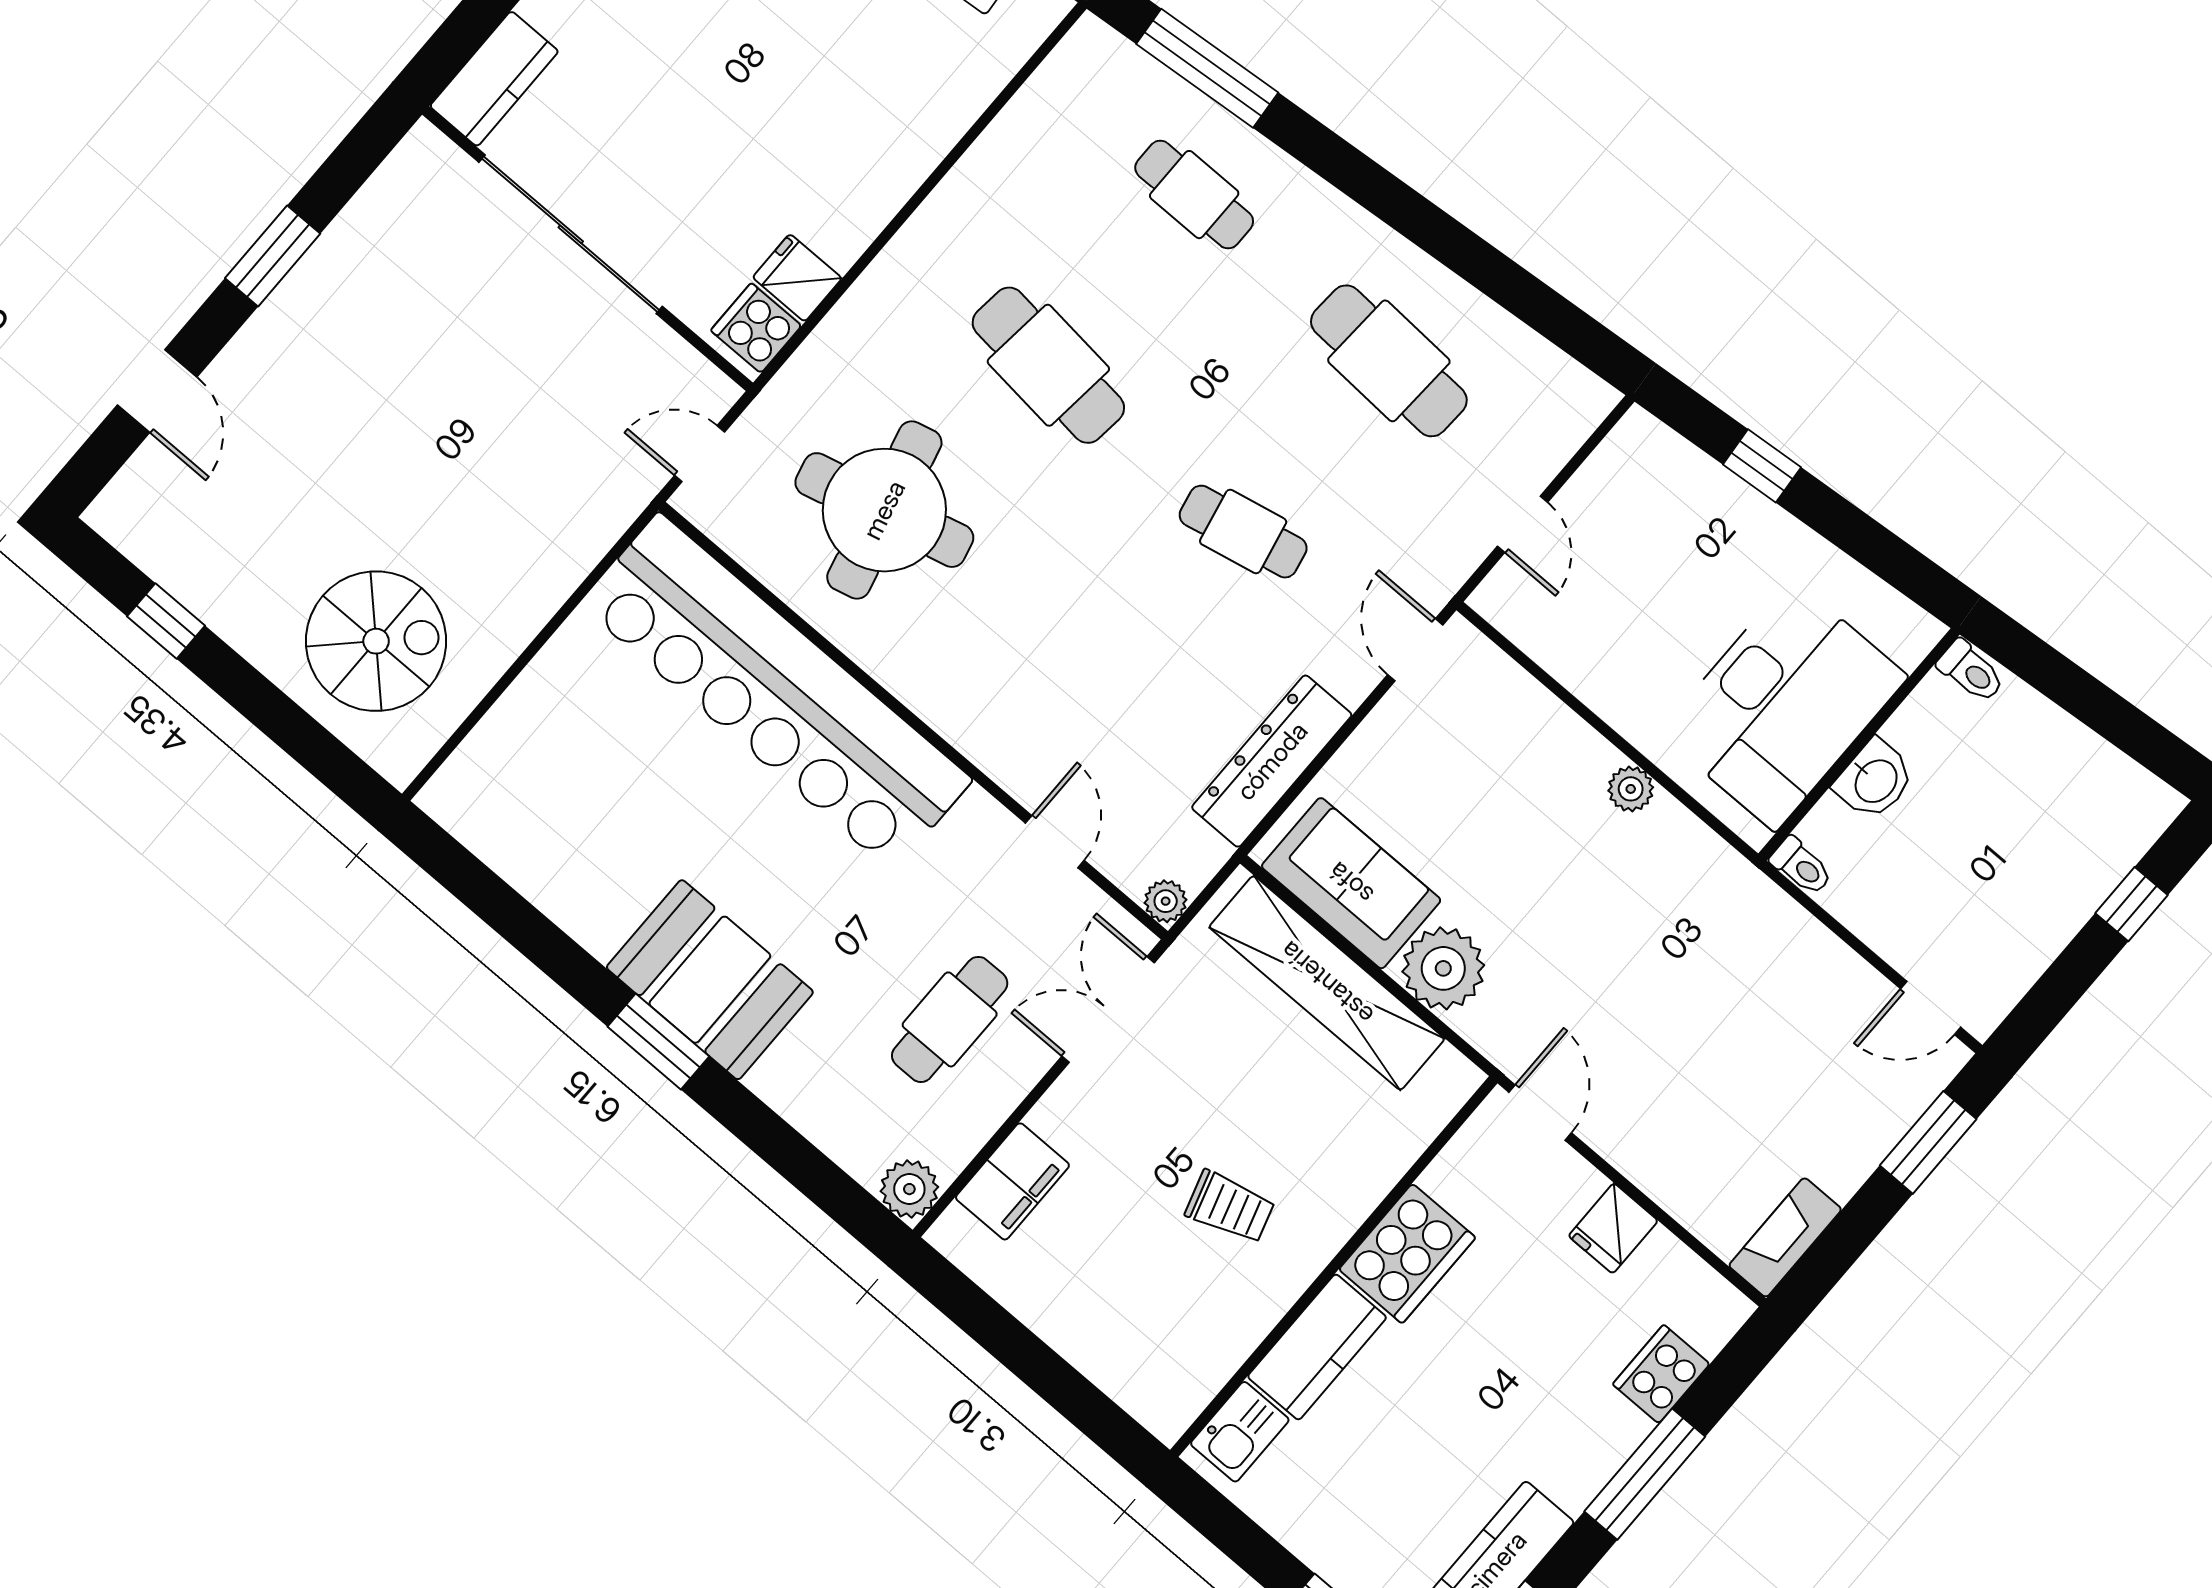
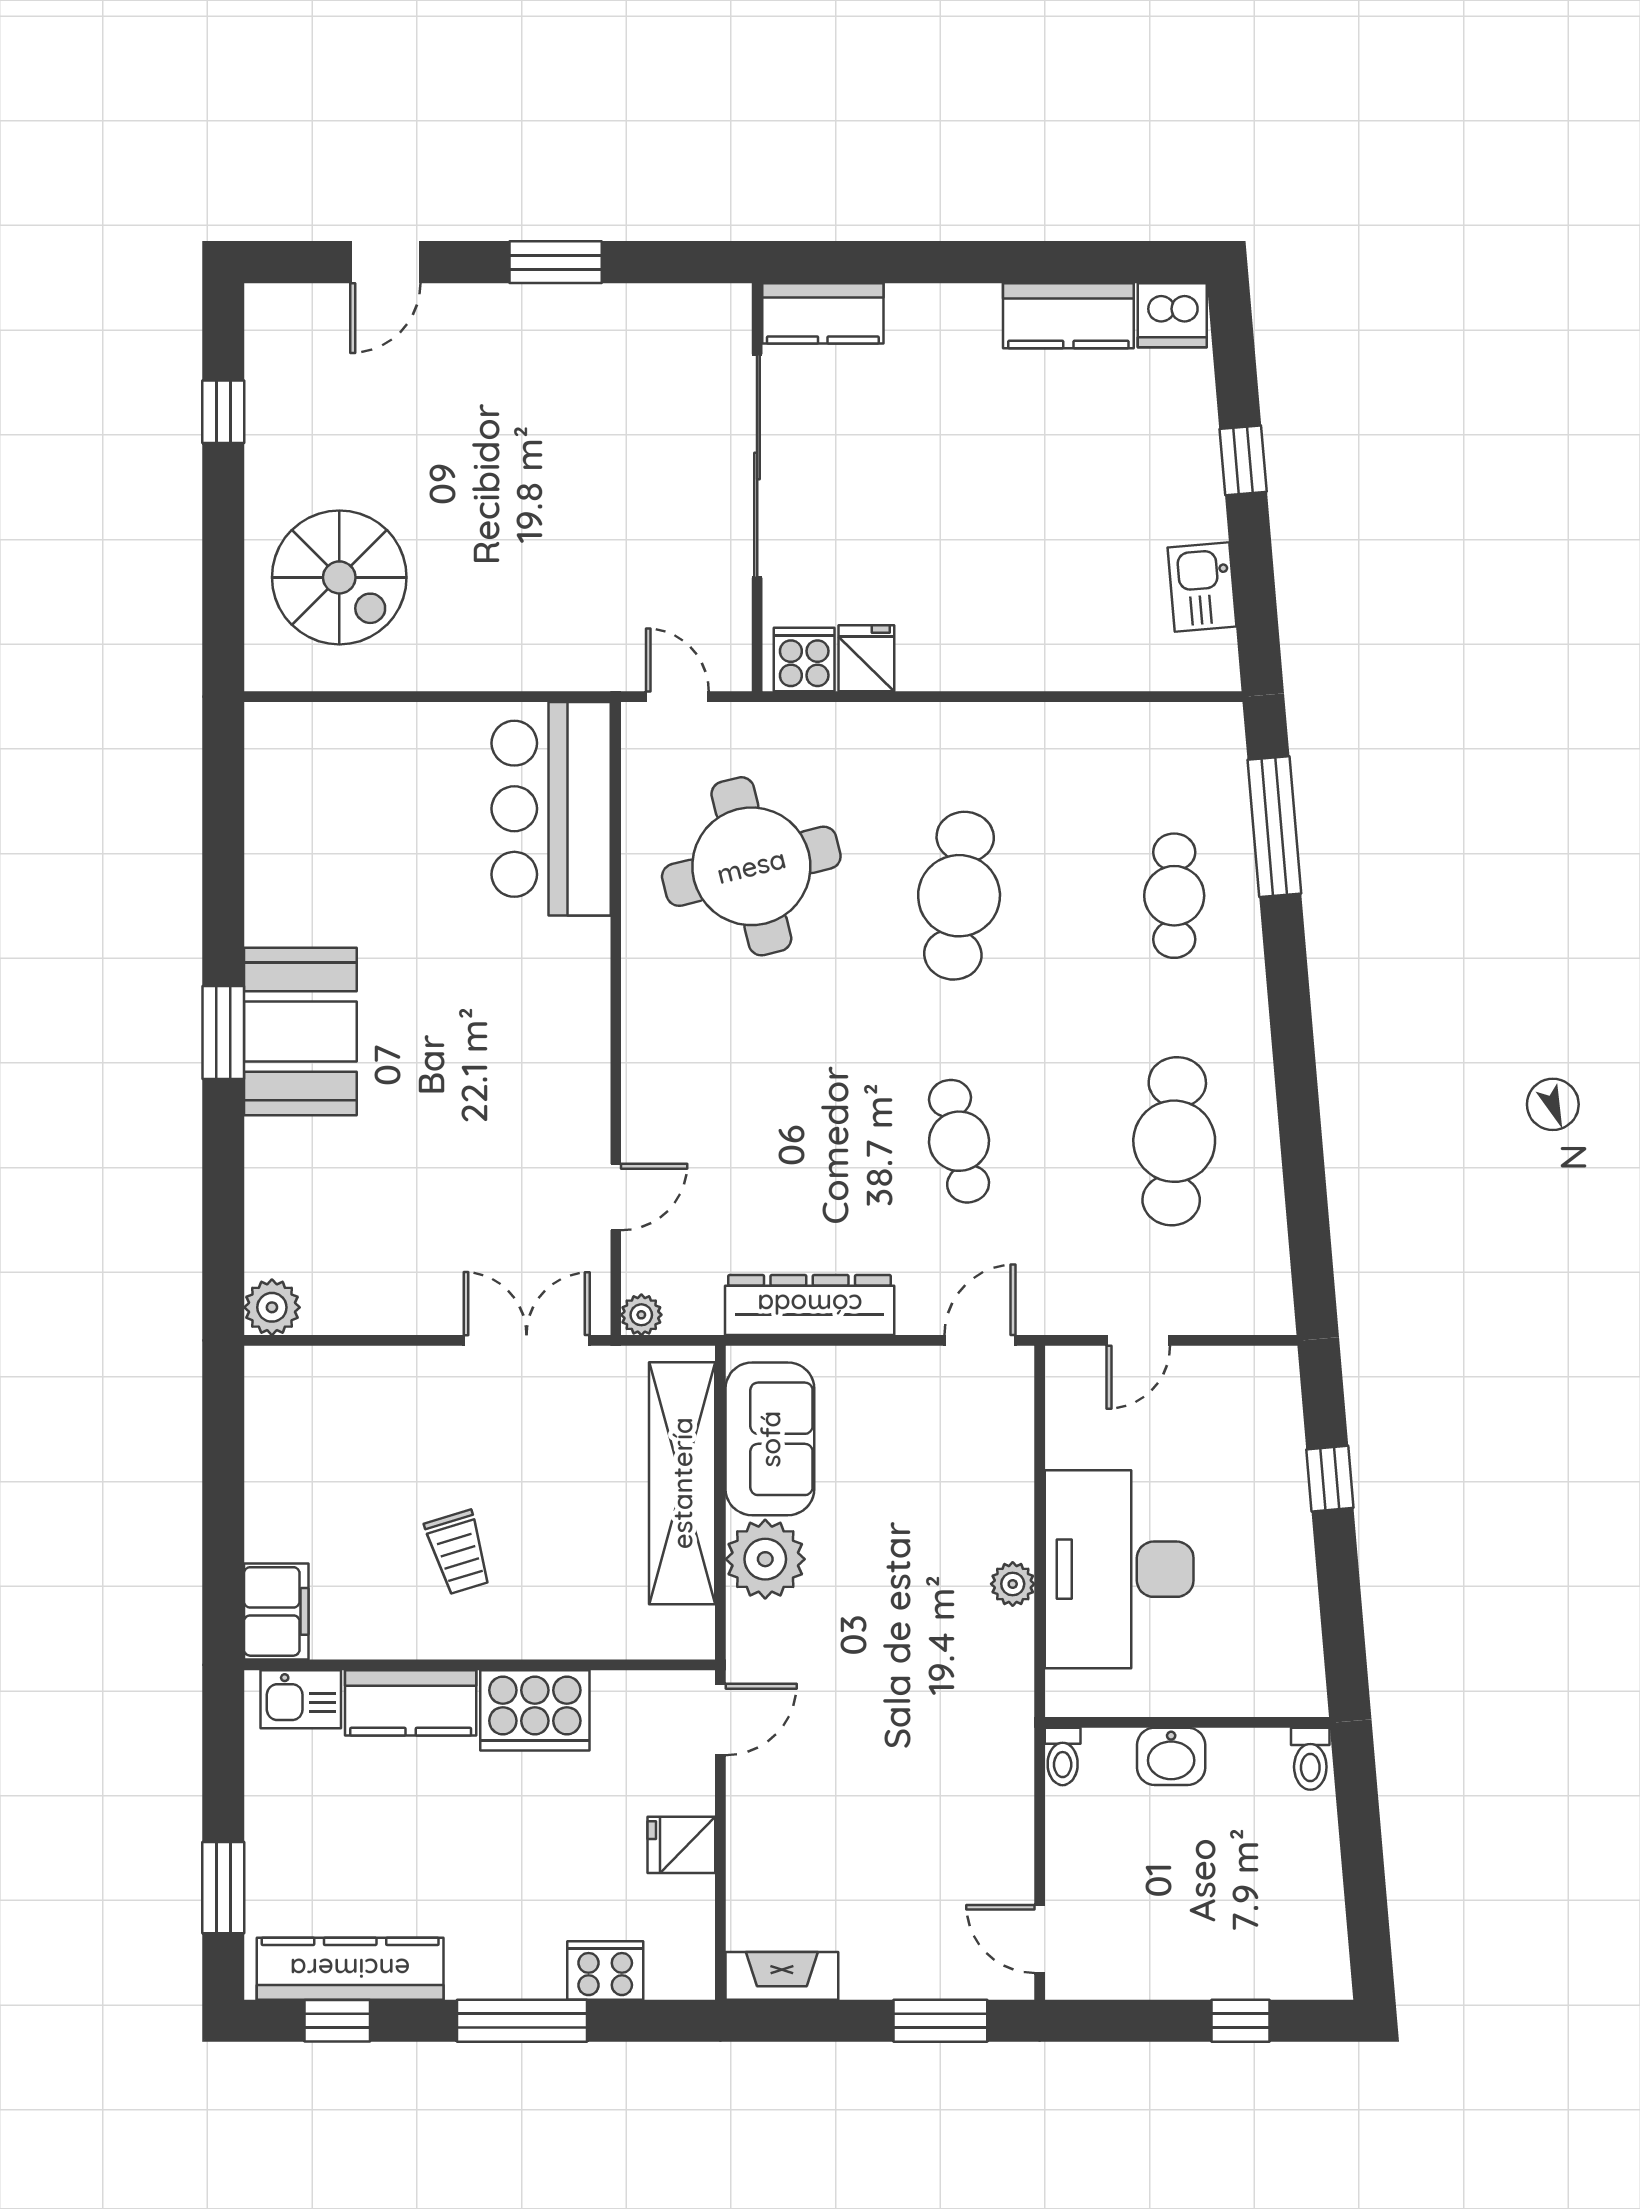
bar counter: (776, 692) -> (551, 809), width x0.54
desk: (1784, 705) -> (1119, 1569), moved, turned 90
cafe table: (950, 1019) -> (421, 1231), removed
filing cabinet: (1012, 1181) -> (276, 1611), moved, turned -90

